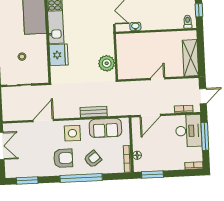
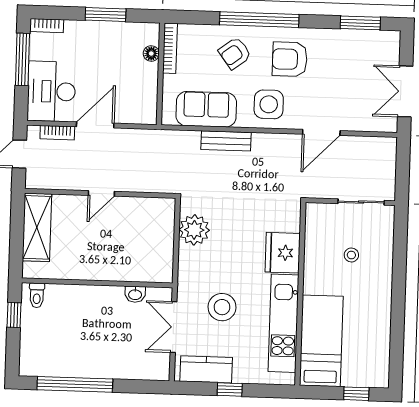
stool: (89, 23) -> (222, 307), added
door: (150, 115) -> (95, 125), moved
window: (205, 136) -> (23, 59), moved
window: (152, 175) -> (106, 14), moved

